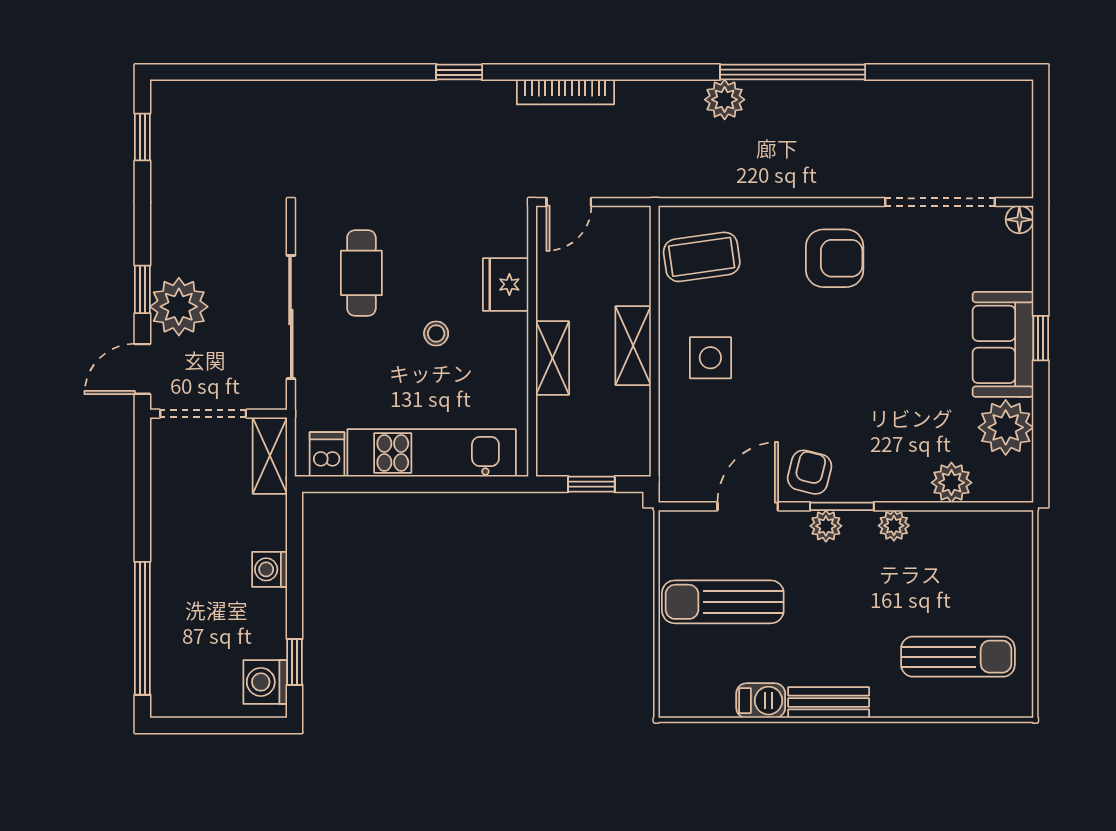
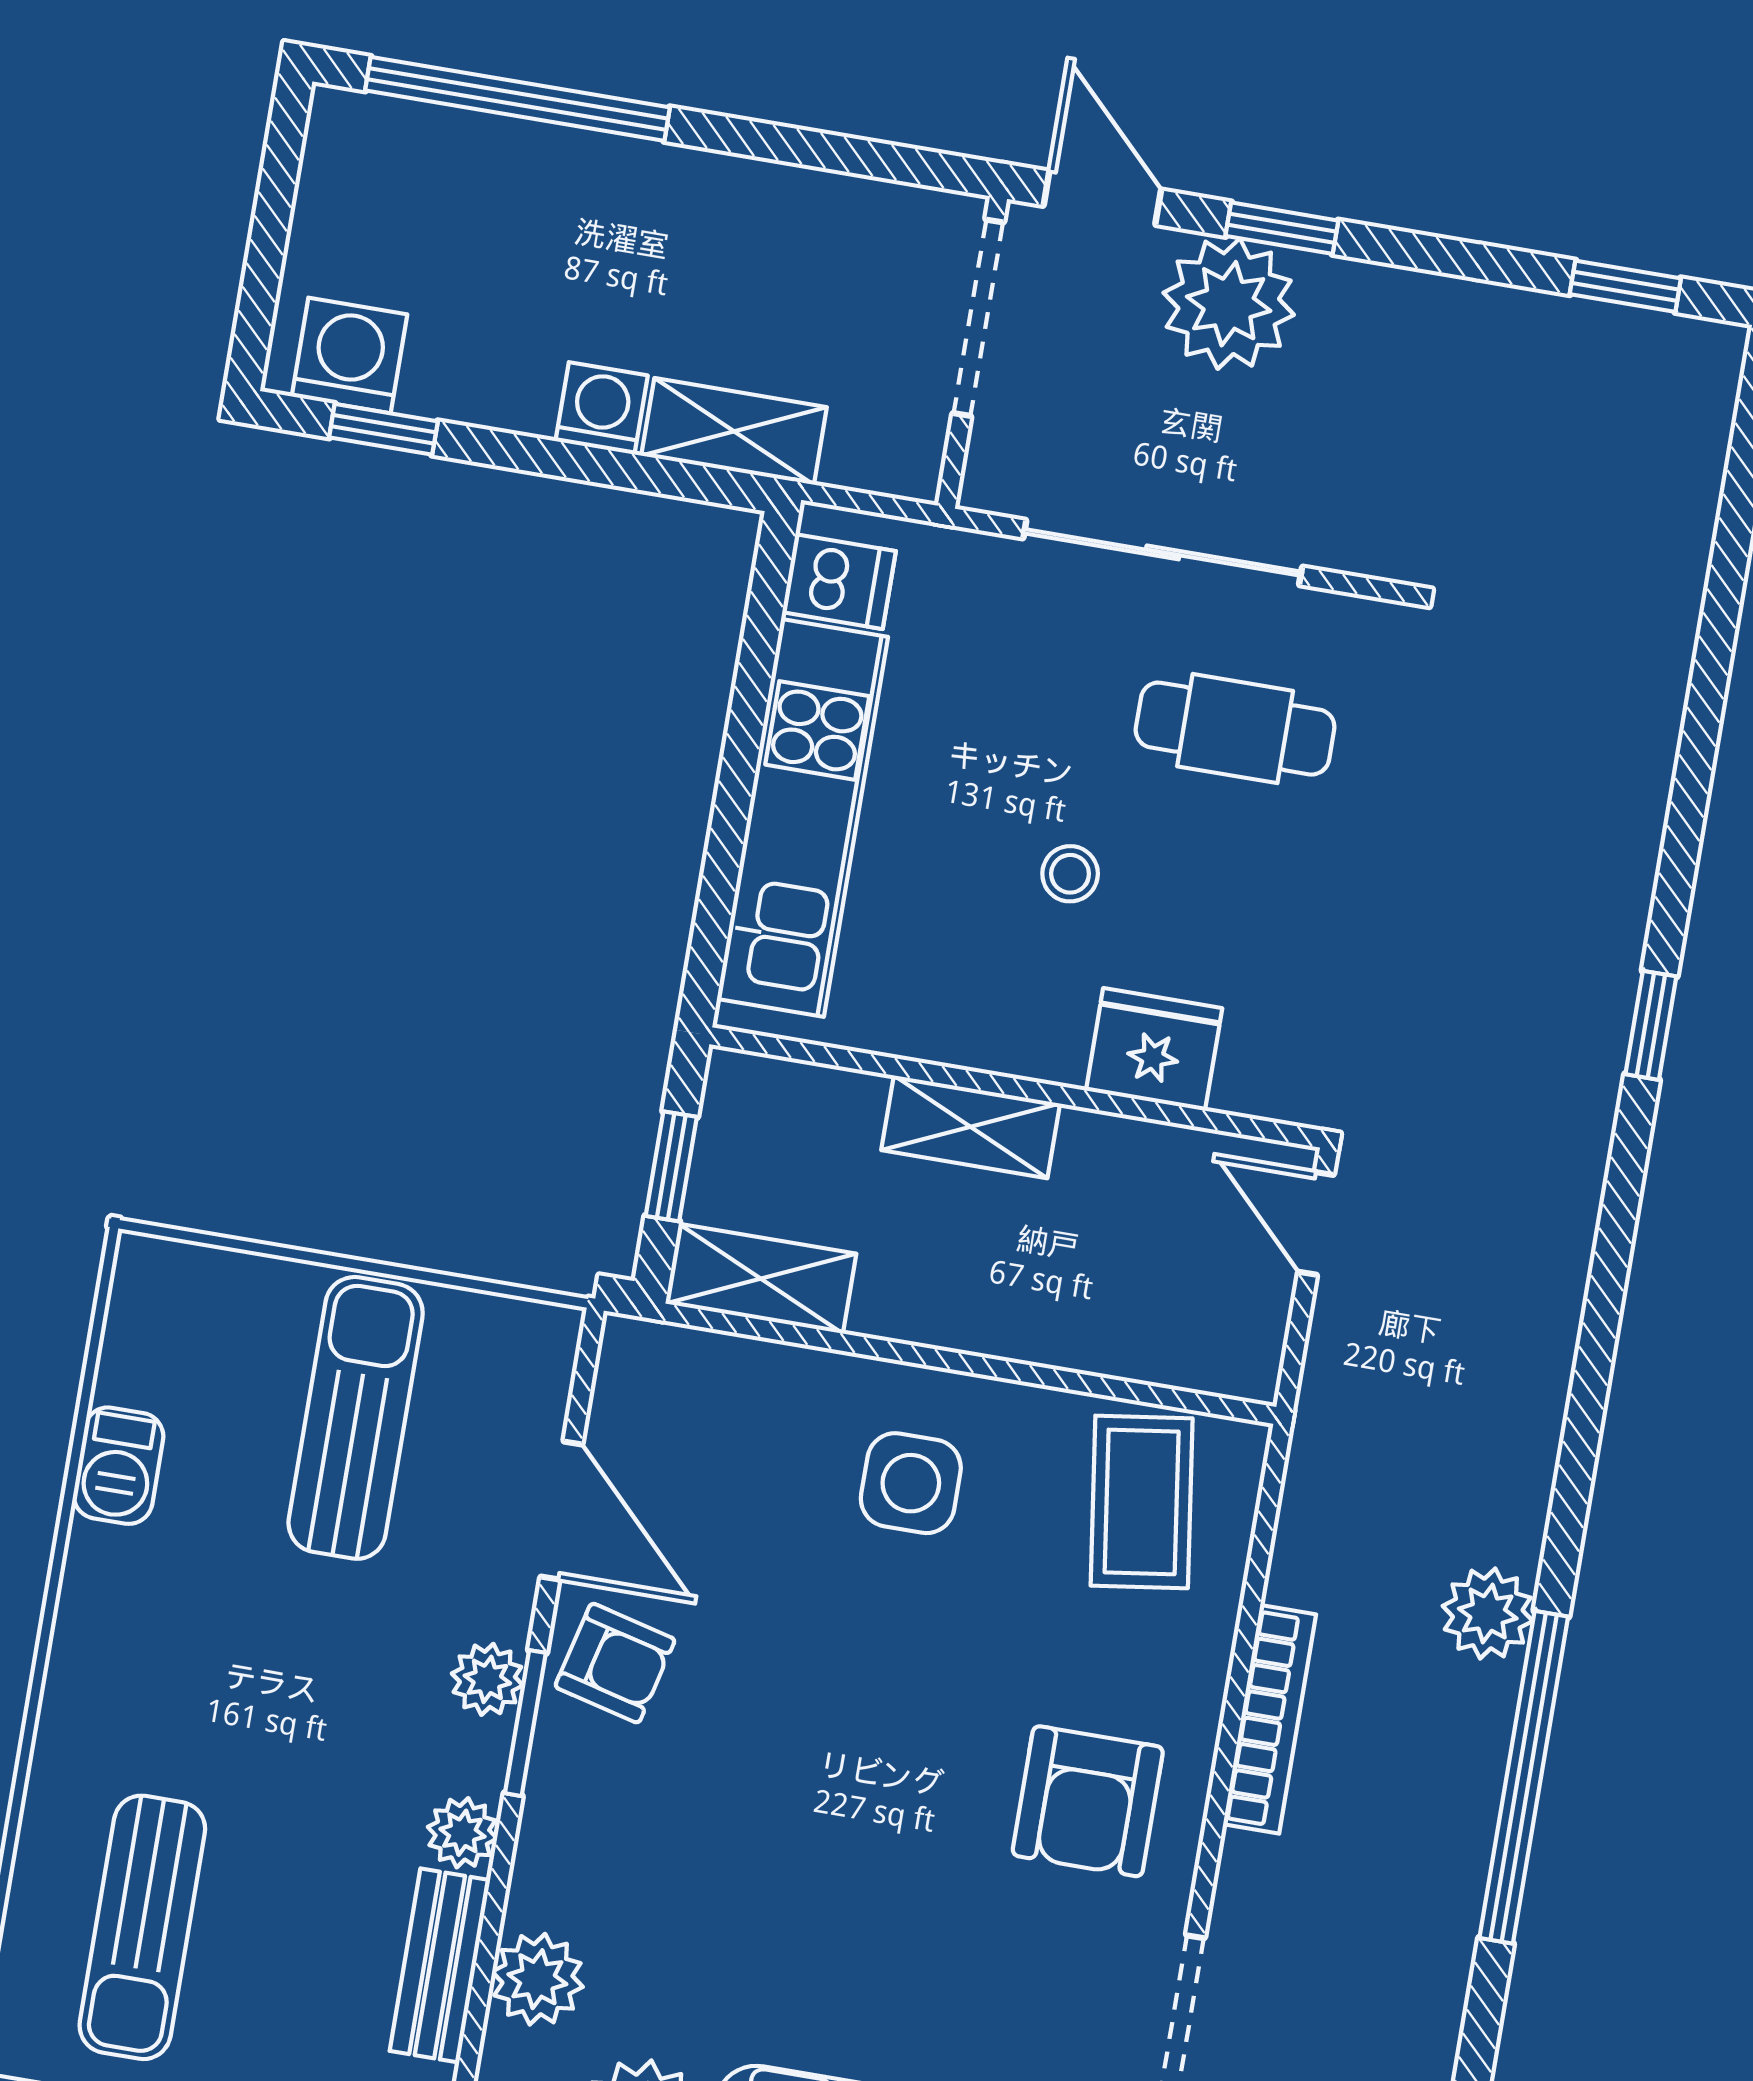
bookcase: (565, 92) -> (1270, 1719), moved, turned 180
shelving: (633, 346) -> (761, 1279), moved
shelving: (270, 456) -> (734, 431), moved
bench: (829, 703) -> (440, 1966), moved

